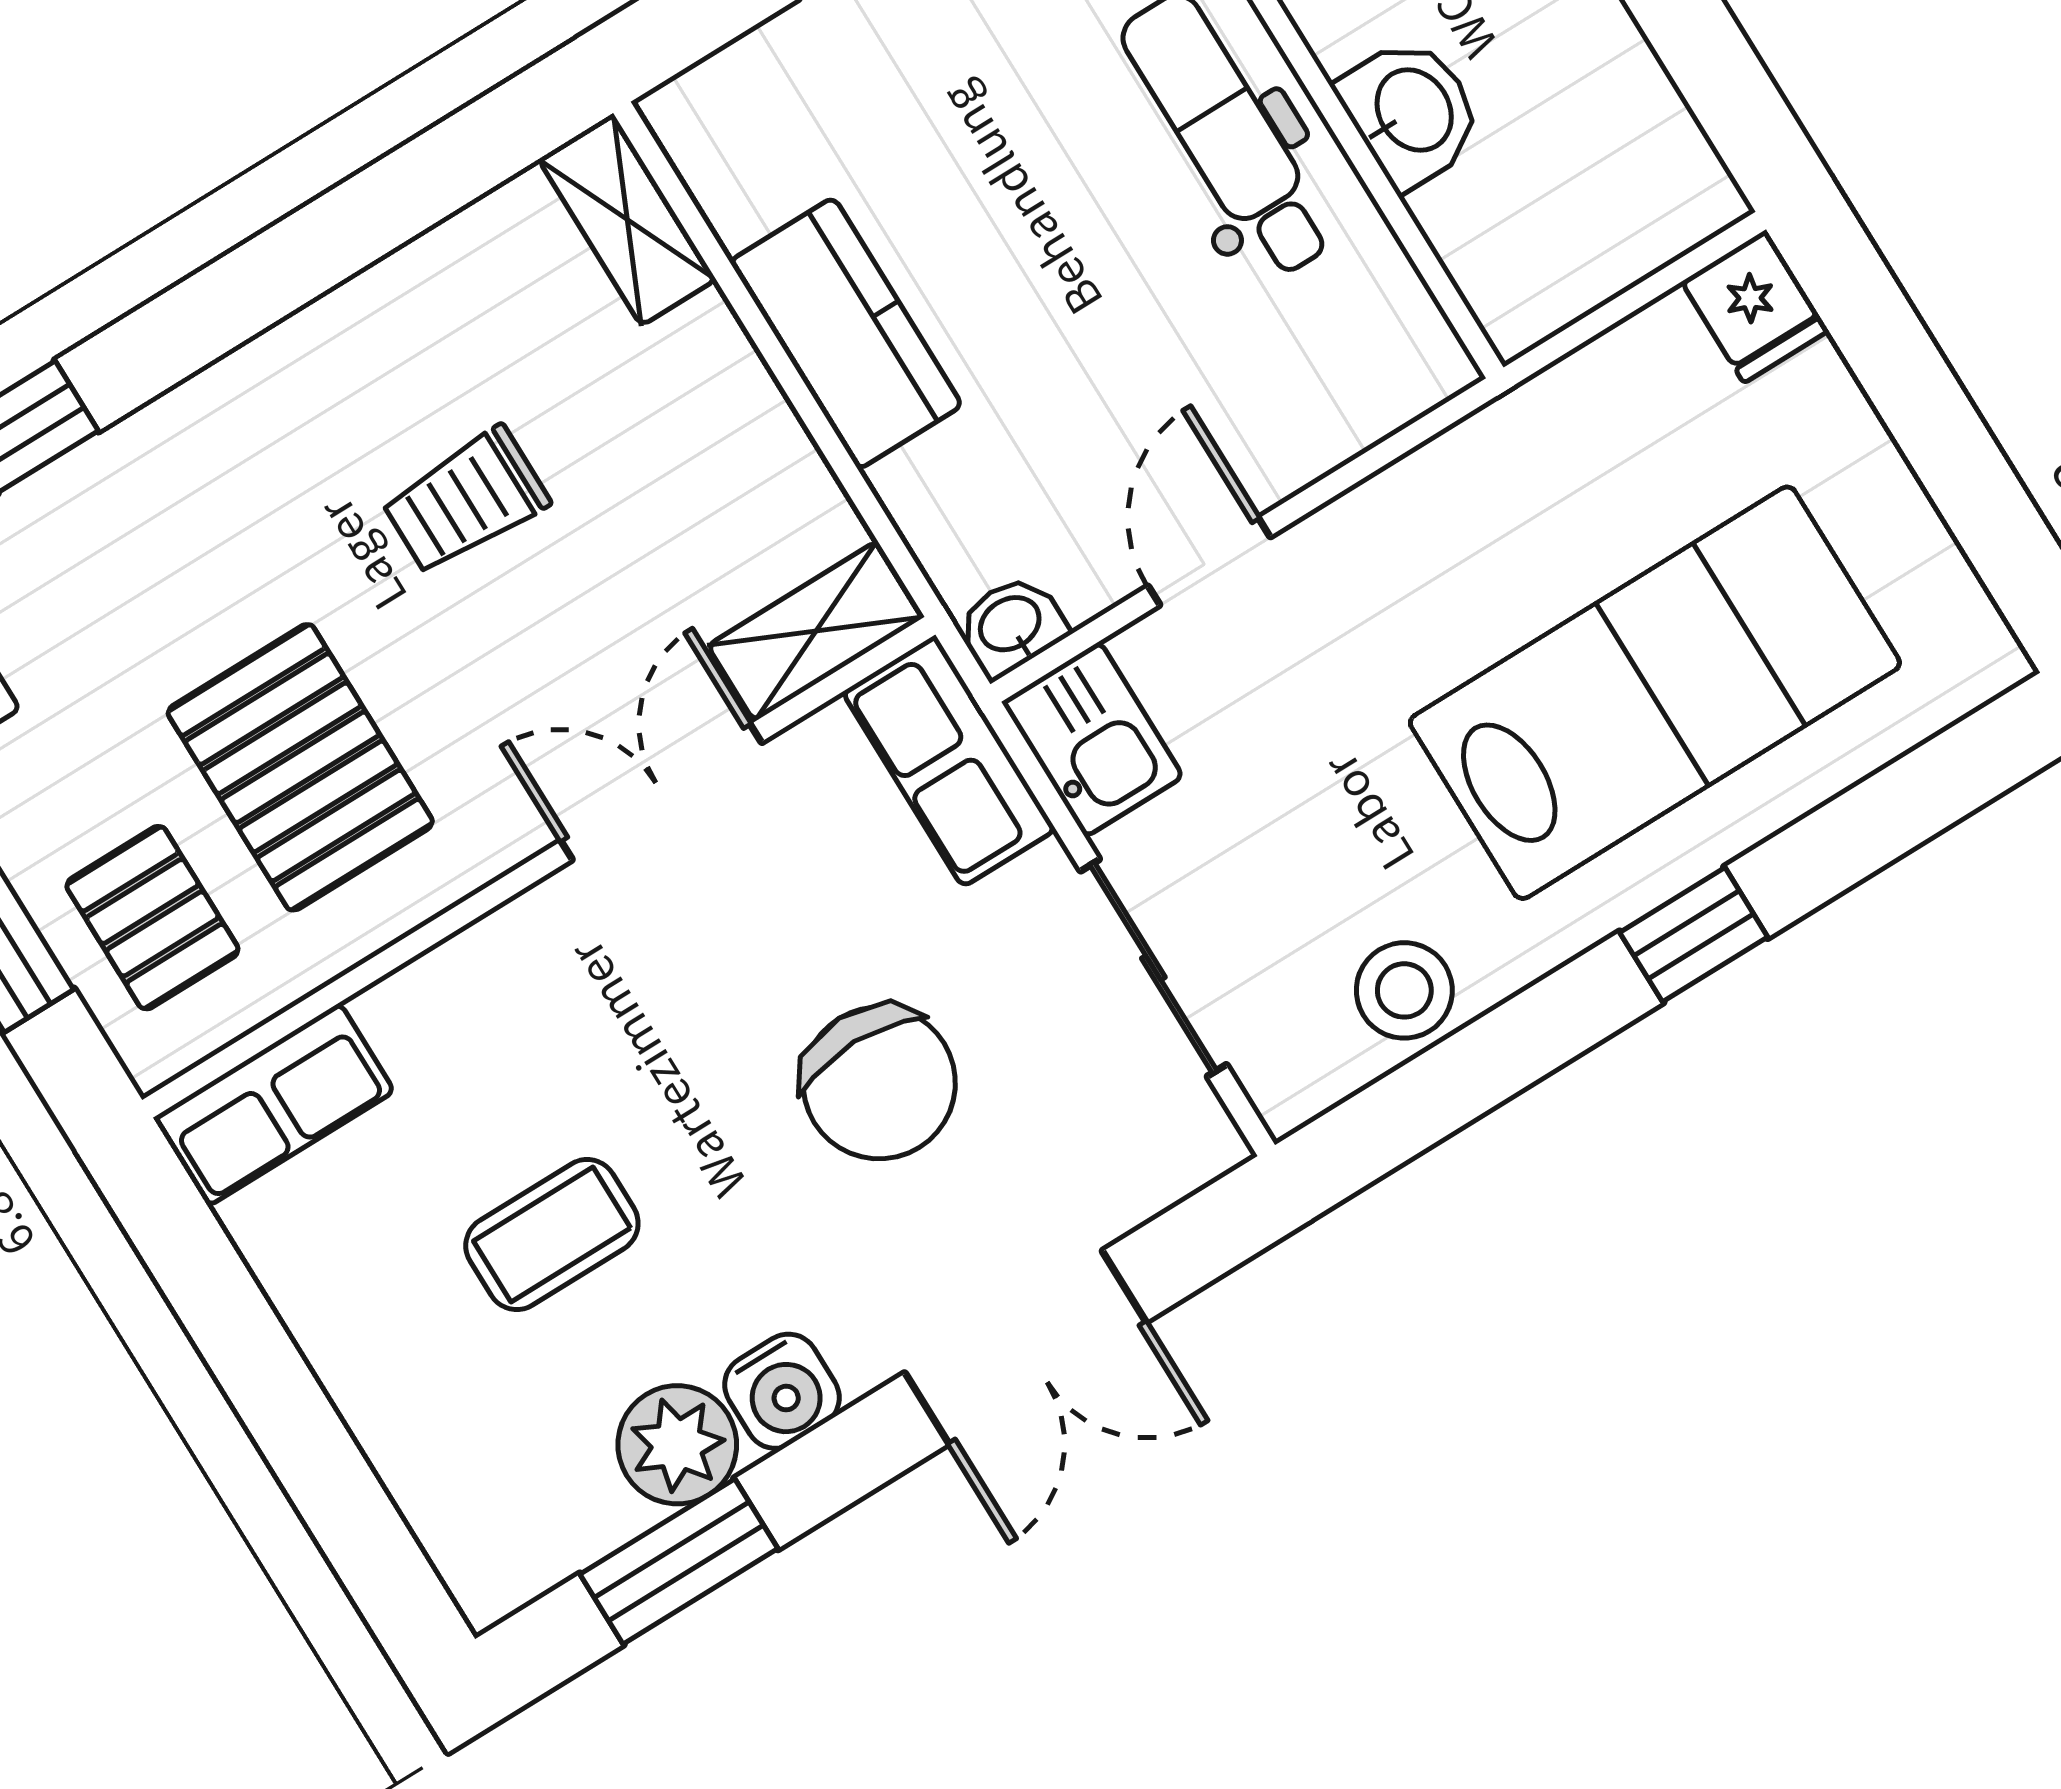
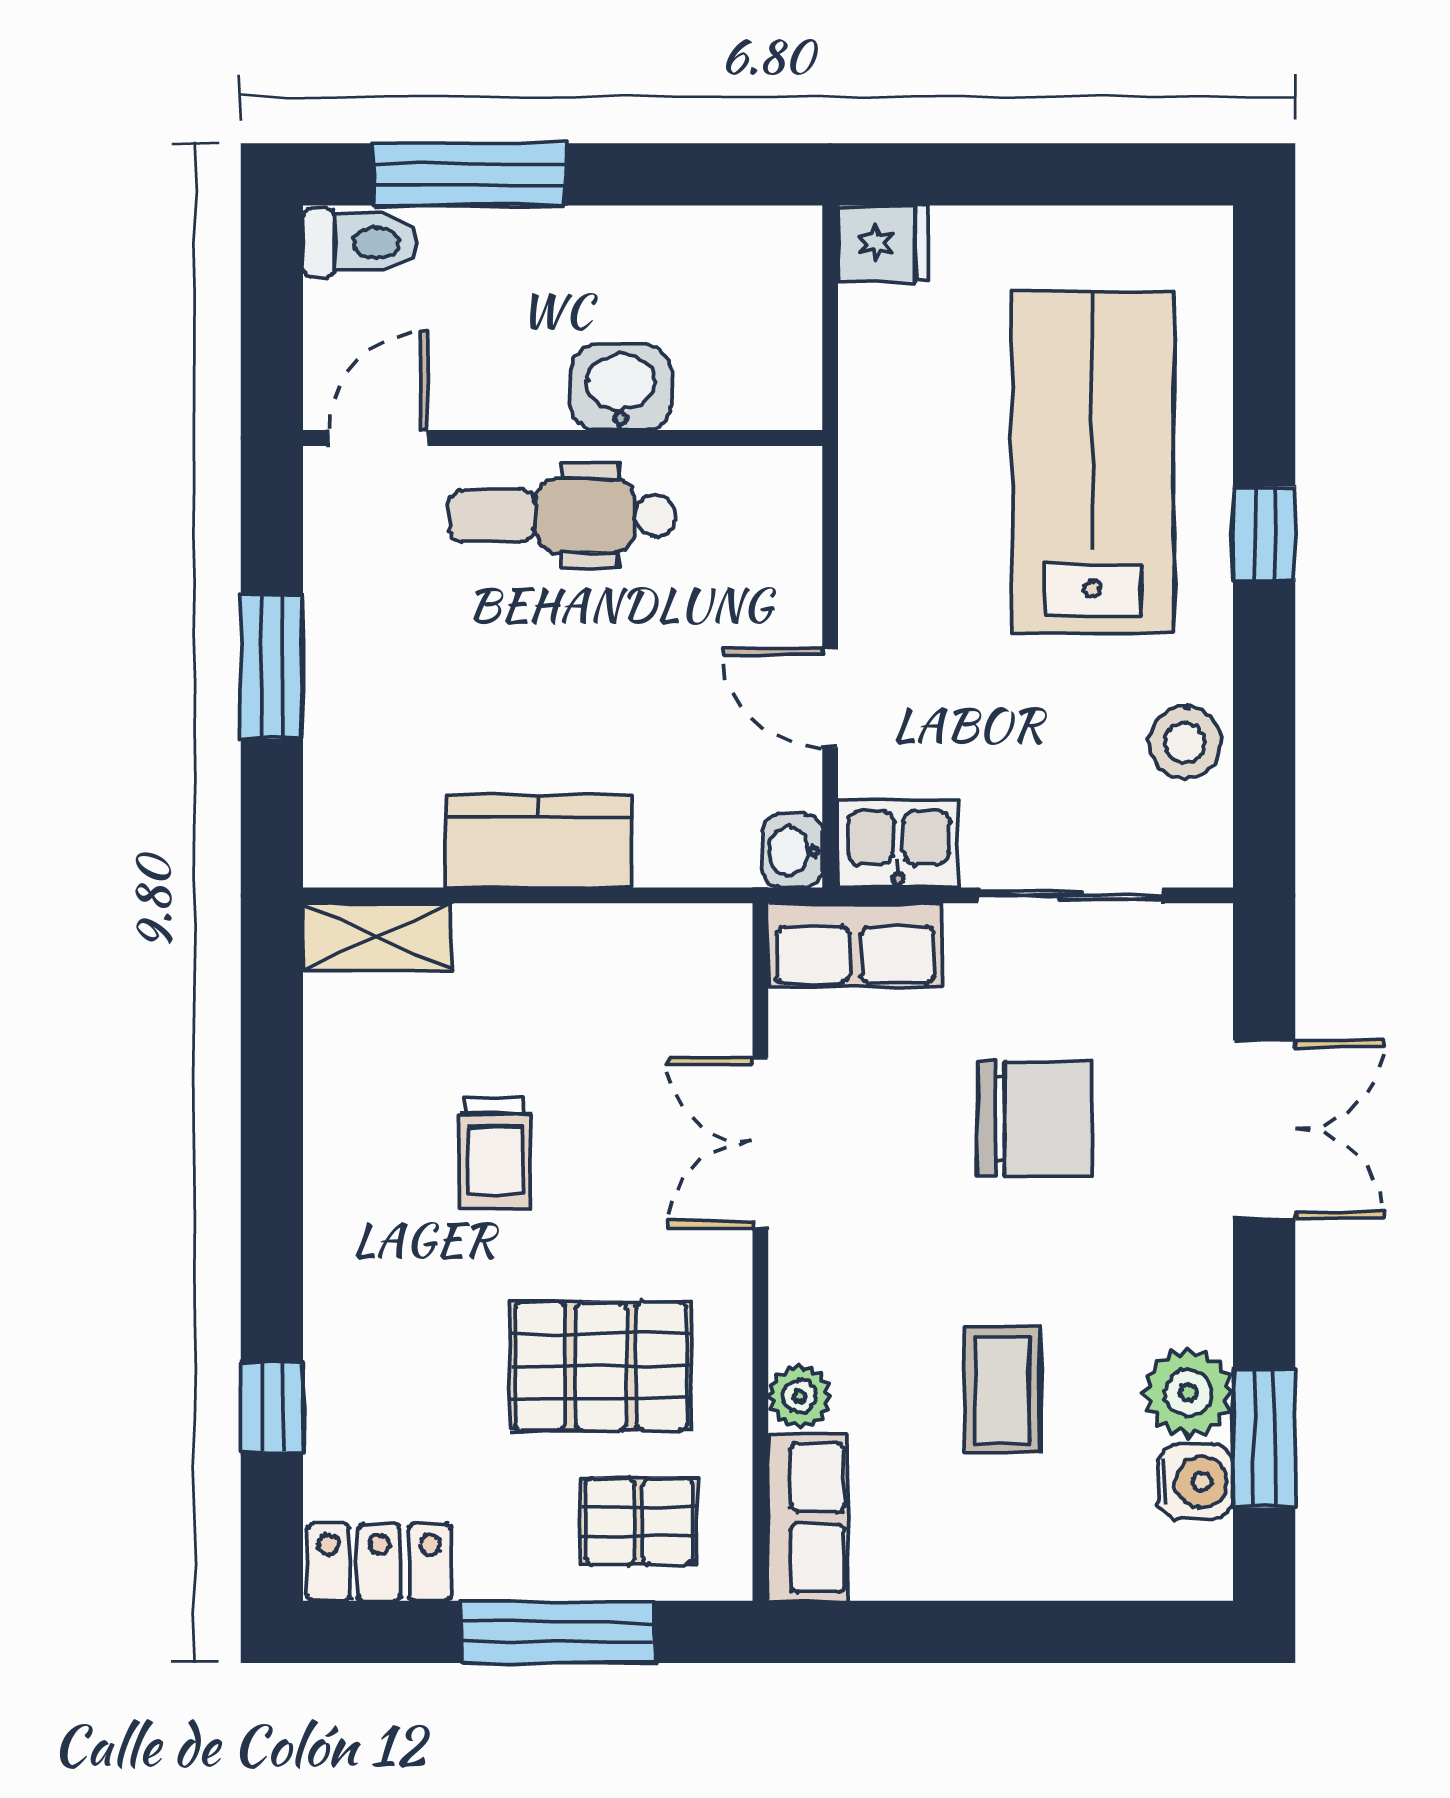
shelving: (816, 631) -> (718, 979), removed
plant: (404, 1012) -> (800, 1396), added
water cooler: (782, 1391) -> (1195, 1482), moved

